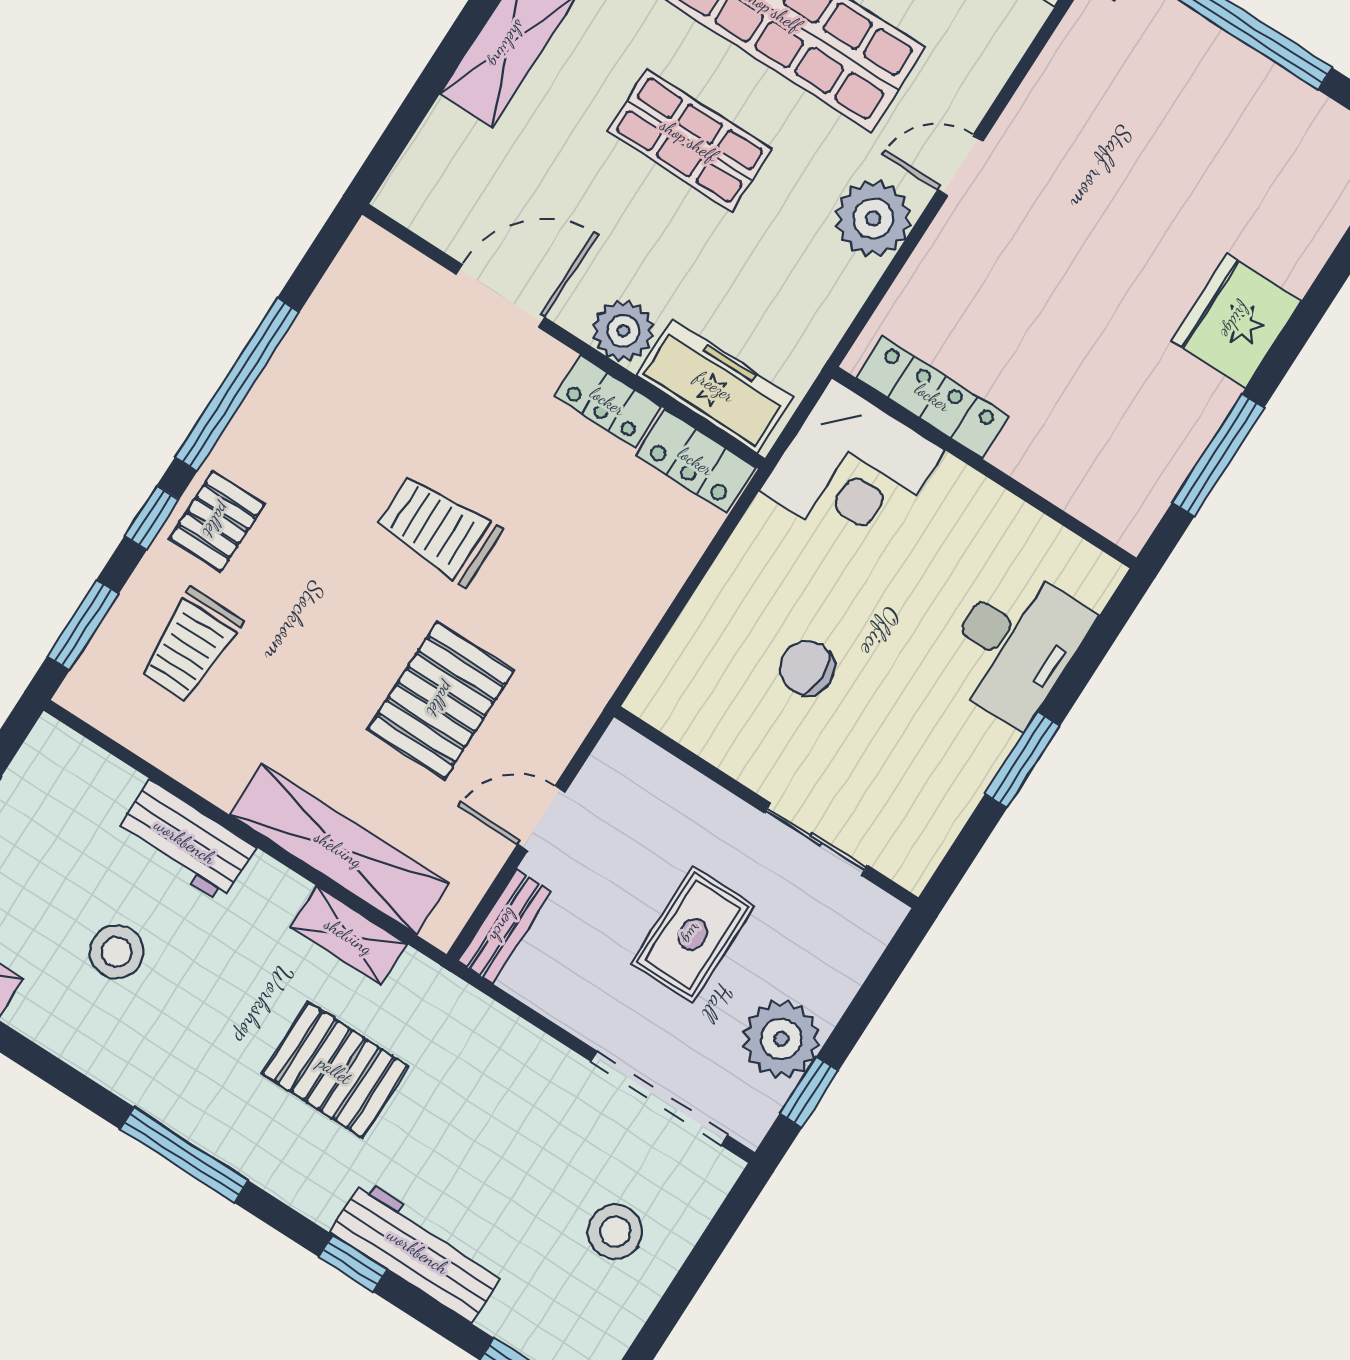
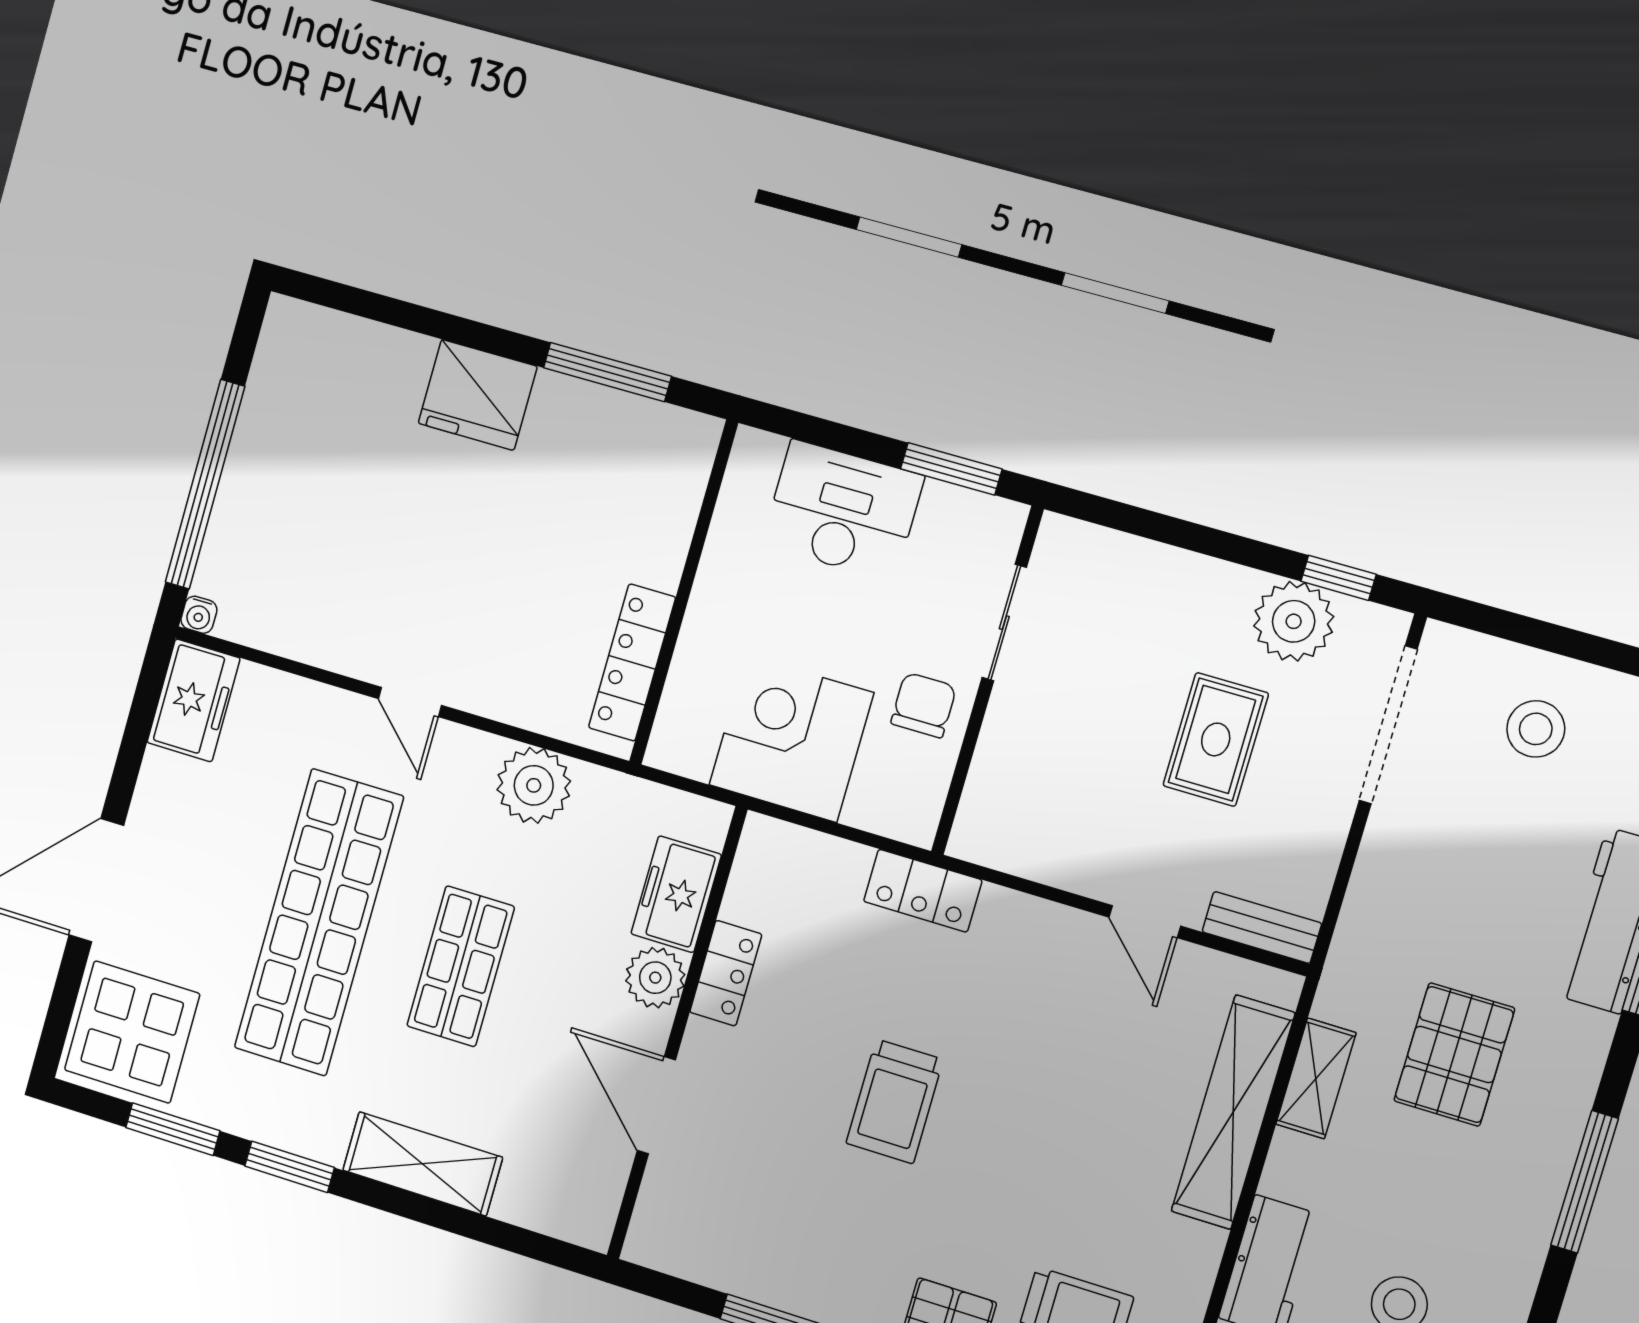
plant: (873, 218) -> (534, 785), moved
freezer: (715, 386) -> (676, 894), width x0.71
locker: (696, 461) -> (923, 891), moved, turned 90
corner desk: (852, 470) -> (791, 739), moved, turned -90
chair: (807, 668) -> (924, 705), turned 180
pallet: (441, 700) -> (1058, 1053), removed
wall: (766, 807) -> (987, 681), moved
sliding door: (816, 839) -> (1004, 623), moved
rug: (693, 935) -> (1216, 739), turned 90

